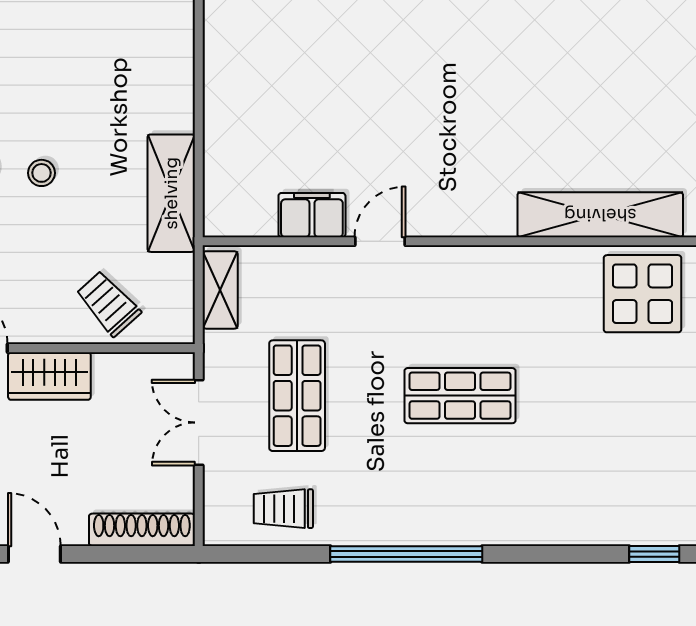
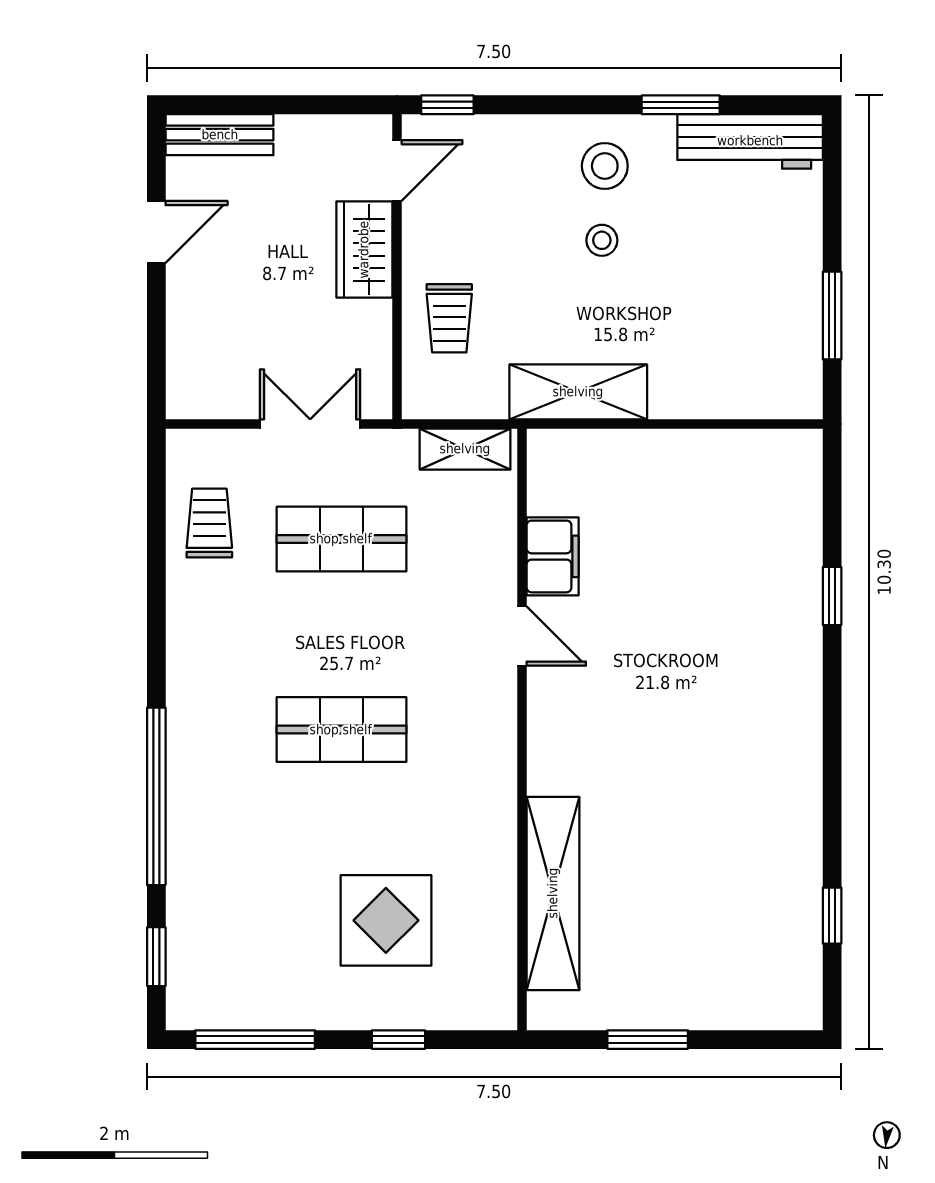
display table: (643, 294) -> (386, 920), moved
trolley: (108, 303) -> (449, 318), turned 132
shop shelf: (460, 396) -> (341, 730), turned 90
shoe rack: (142, 530) -> (185, 358), removed
window: (406, 554) -> (156, 796), moved

